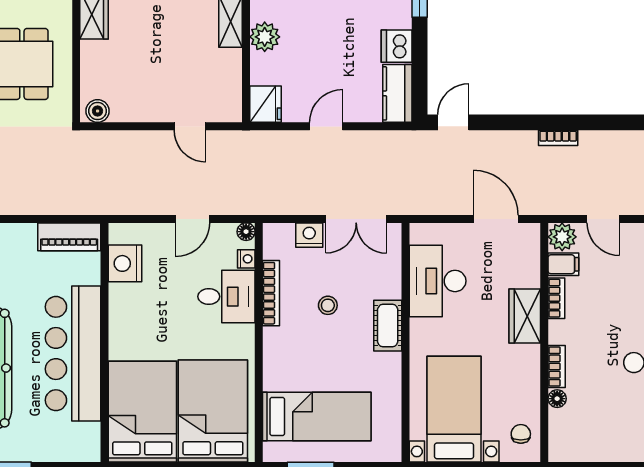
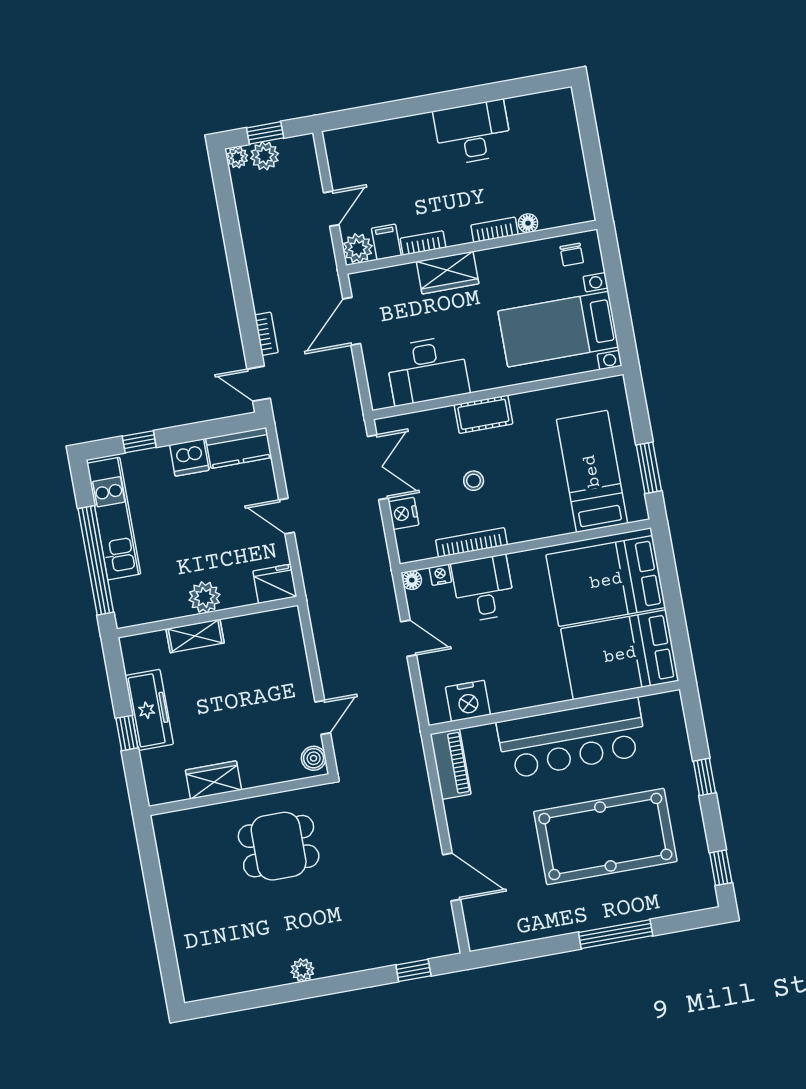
door: (190, 126) -> (323, 717), moved
bookcase: (558, 138) -> (266, 334), moved
chair: (521, 434) -> (572, 255), turned -90

